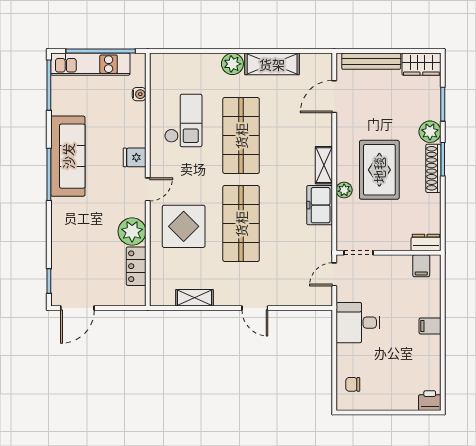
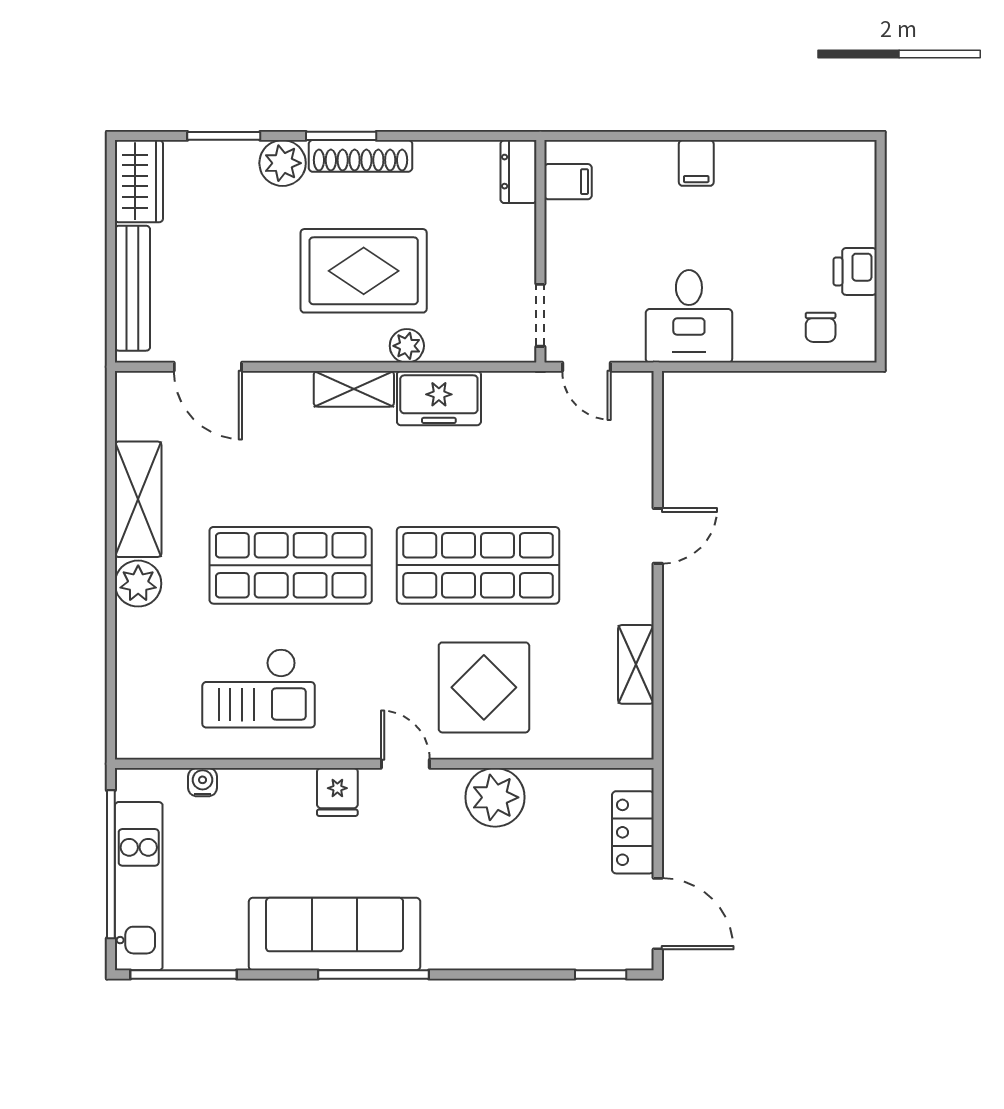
checkout: (183, 120) -> (259, 688), turned 180
locker: (136, 266) -> (633, 832), moved, turned 90
printer: (430, 401) -> (855, 271), moved

